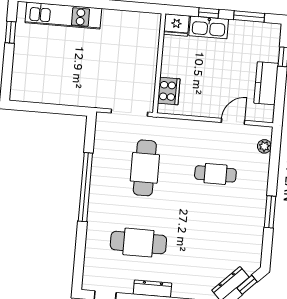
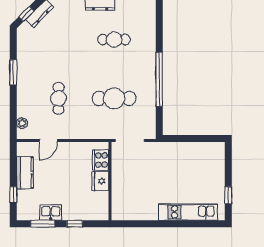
fridge: (176, 25) -> (100, 181), moved, turned -90
kitchen sink: (209, 27) -> (51, 212), moved, width x0.73
cafe table: (145, 168) -> (114, 98), turned 90
cafe table: (215, 174) -> (58, 98), turned 90
cafe table: (138, 243) -> (114, 40), width x0.73, depth x0.74

